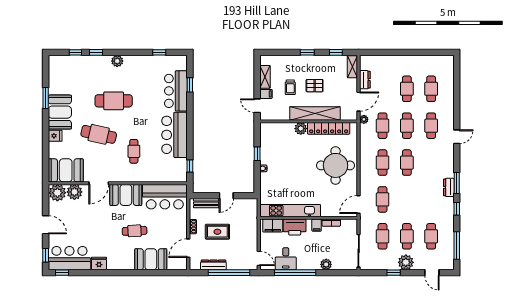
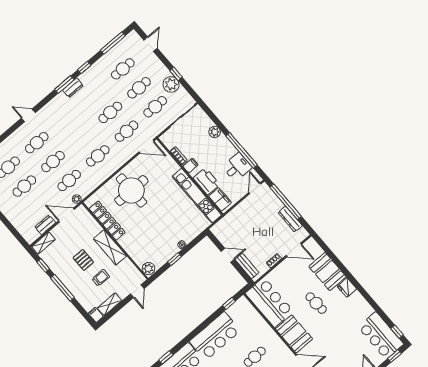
window: (307, 52) -> (62, 288), width x2.17
filing cabinet: (266, 94) -> (96, 315), moved
shelving: (315, 113) -> (110, 247), width x0.68
plant: (301, 129) -> (148, 269), moved
cafe table: (407, 163) -> (110, 112), moved
rug: (217, 232) -> (262, 238), removed
plant: (406, 262) -> (171, 84), moved
fridge: (99, 264) -> (347, 288), moved

